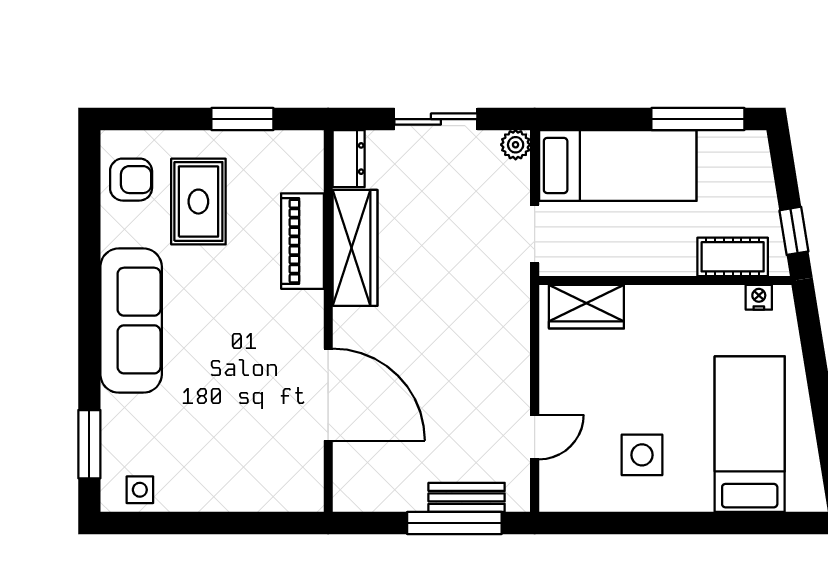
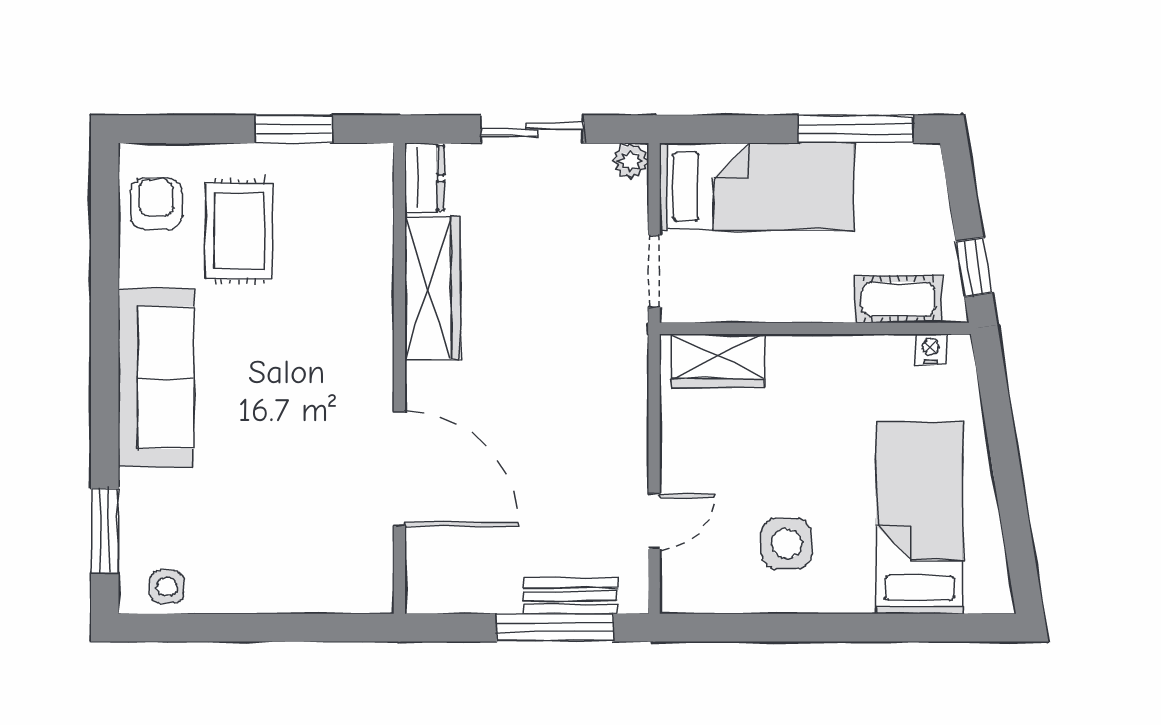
armchair: (131, 180) -> (156, 204), turned -90
piano: (302, 241) -> (368, 280), removed

